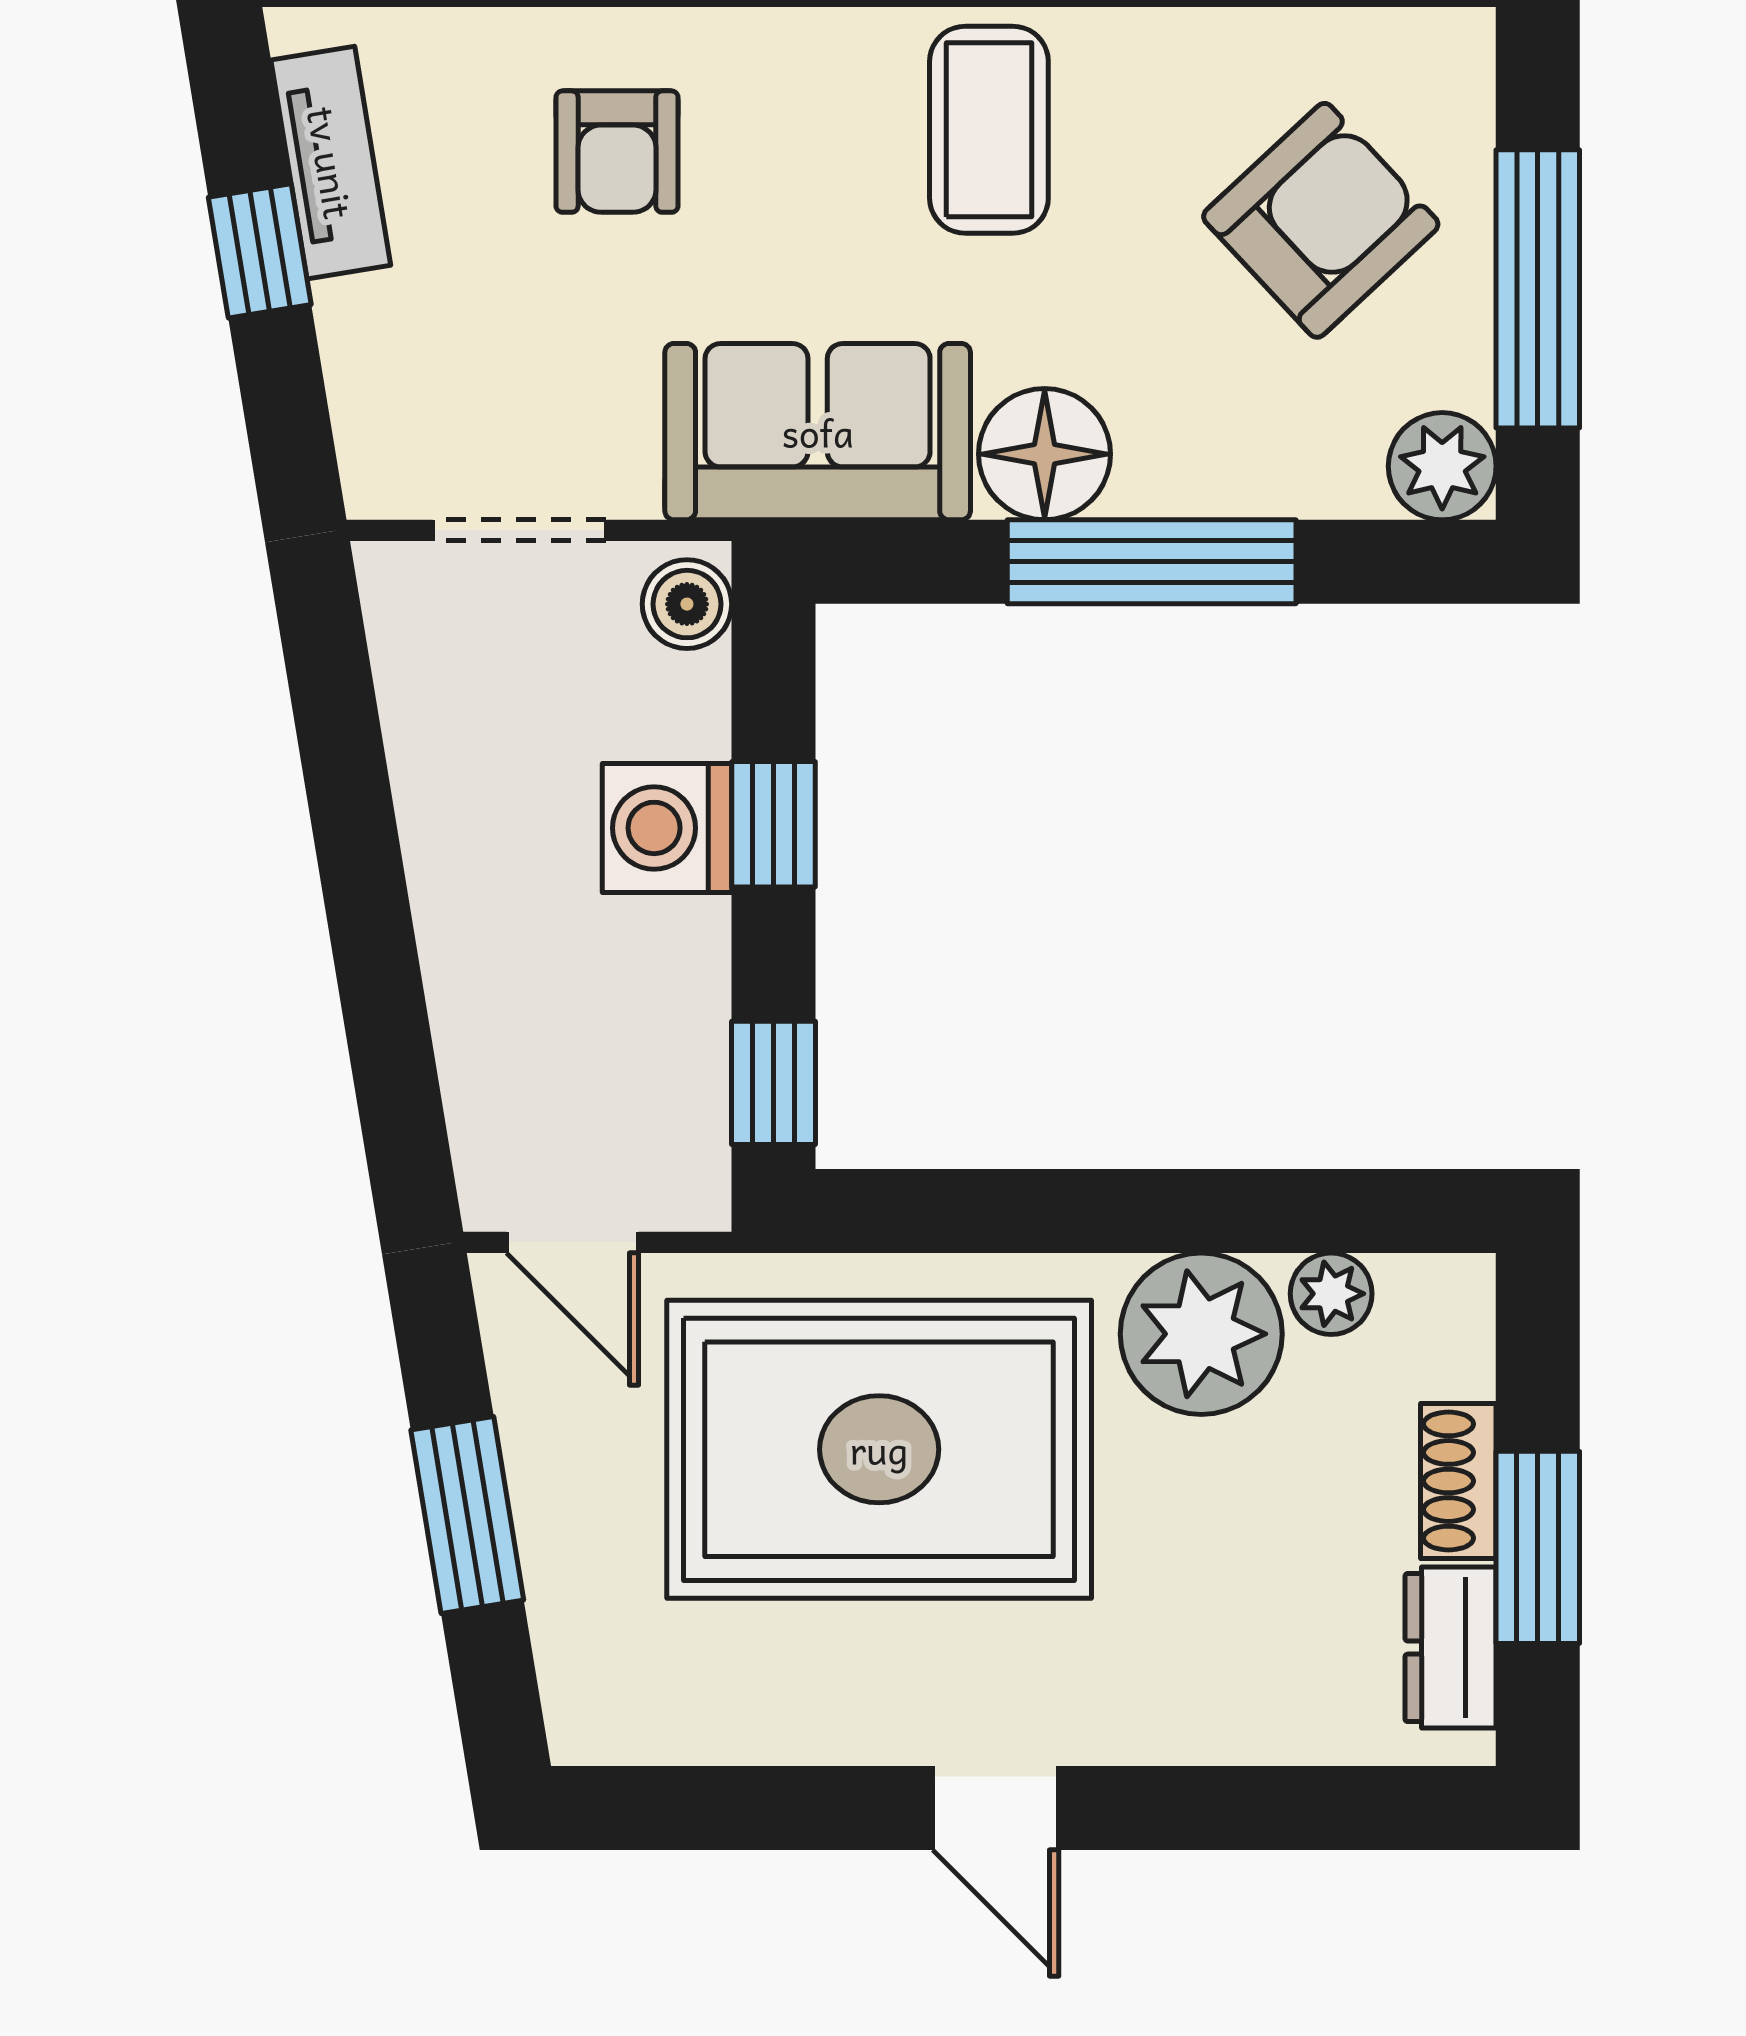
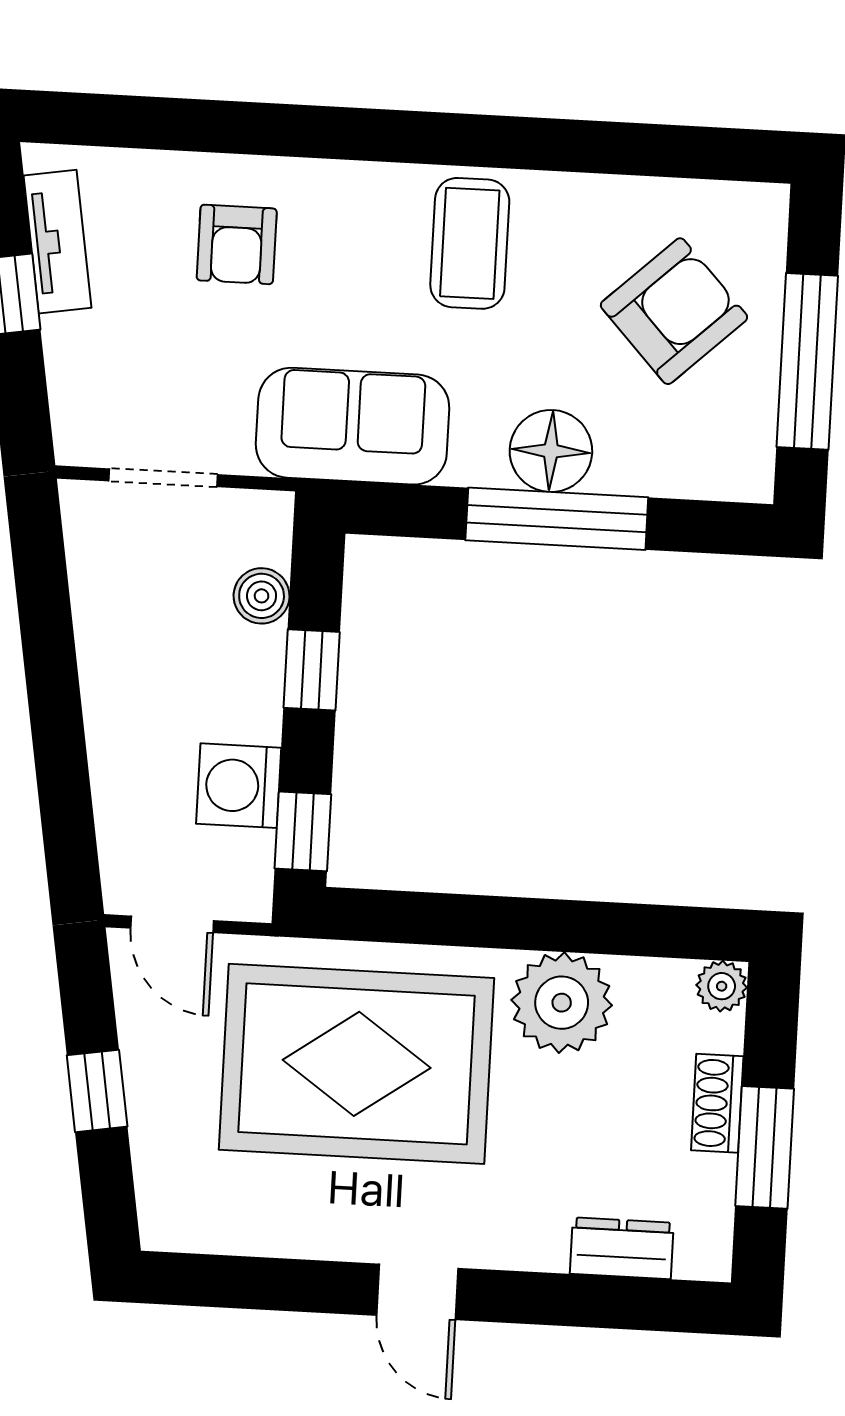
floor lamp: (1045, 454) -> (551, 451), moved
plant: (1442, 466) -> (741, 469), removed
boiler: (687, 604) -> (262, 596), moved
washing machine: (667, 828) -> (239, 786), moved
plant: (1331, 1294) -> (722, 986), moved
window: (467, 1515) -> (97, 1091), width x0.67
dresser: (1451, 1648) -> (622, 1248), moved, turned 90

